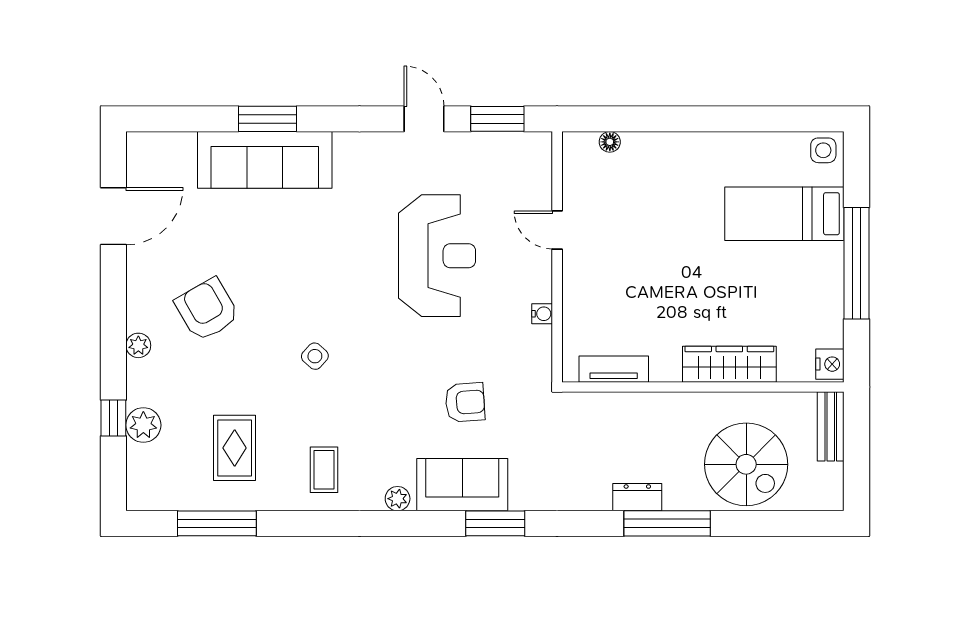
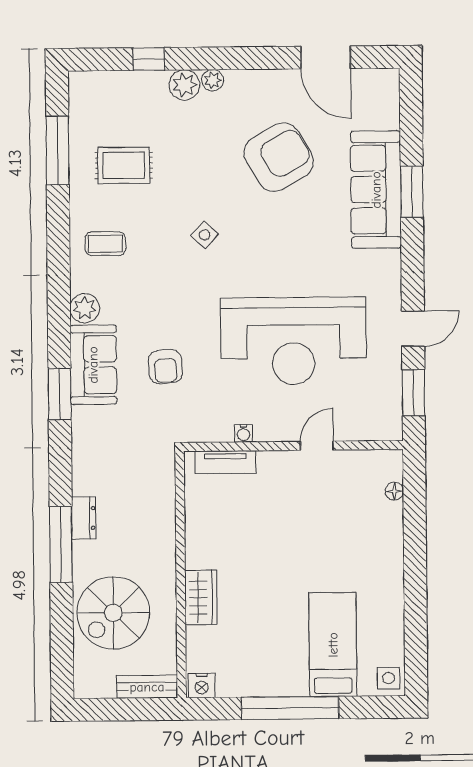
reception desk: (437, 256) -> (293, 341), width x1.36, depth x1.30
armchair: (207, 310) -> (279, 157), moved, width x1.36, depth x1.36
wardrobe: (729, 364) -> (201, 597), width x0.67
tv unit: (614, 369) -> (225, 462), moved, turned 90
plant: (143, 425) -> (184, 85), moved
plant: (398, 499) -> (85, 308), width x1.38, depth x1.38

